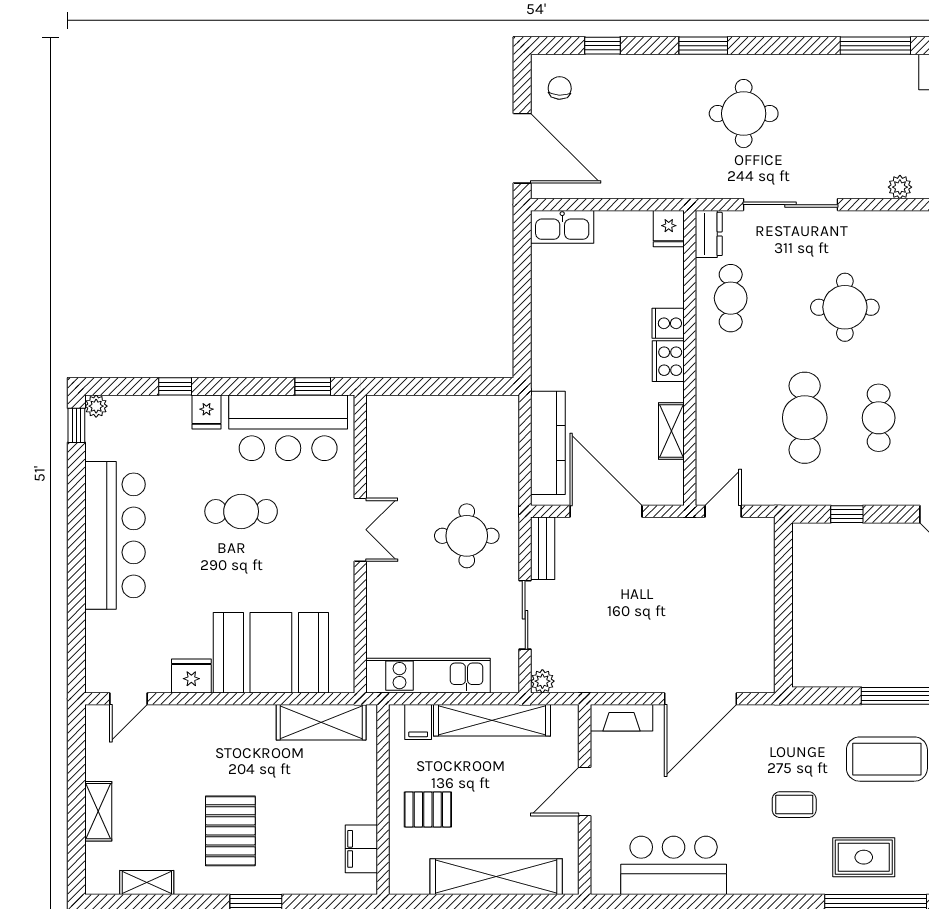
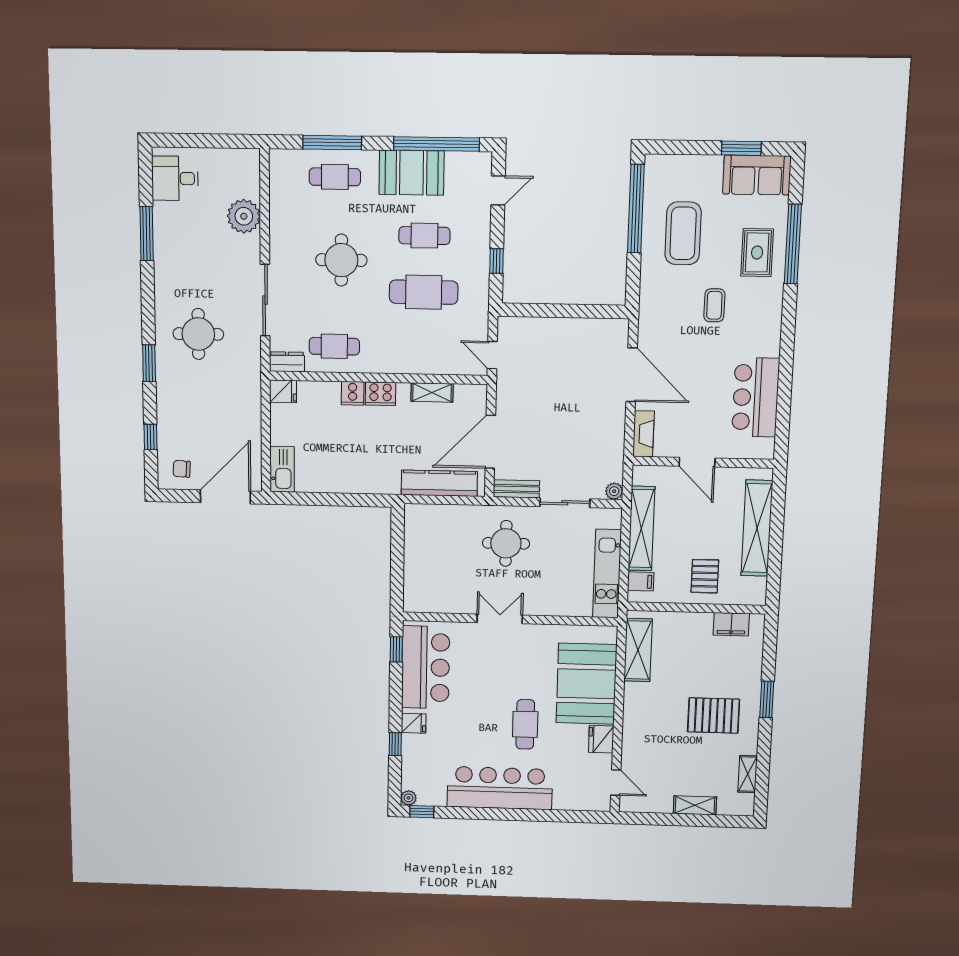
plant: (900, 187) -> (244, 216), width x1.88, depth x1.88
cafe table: (241, 511) -> (525, 724), moved

